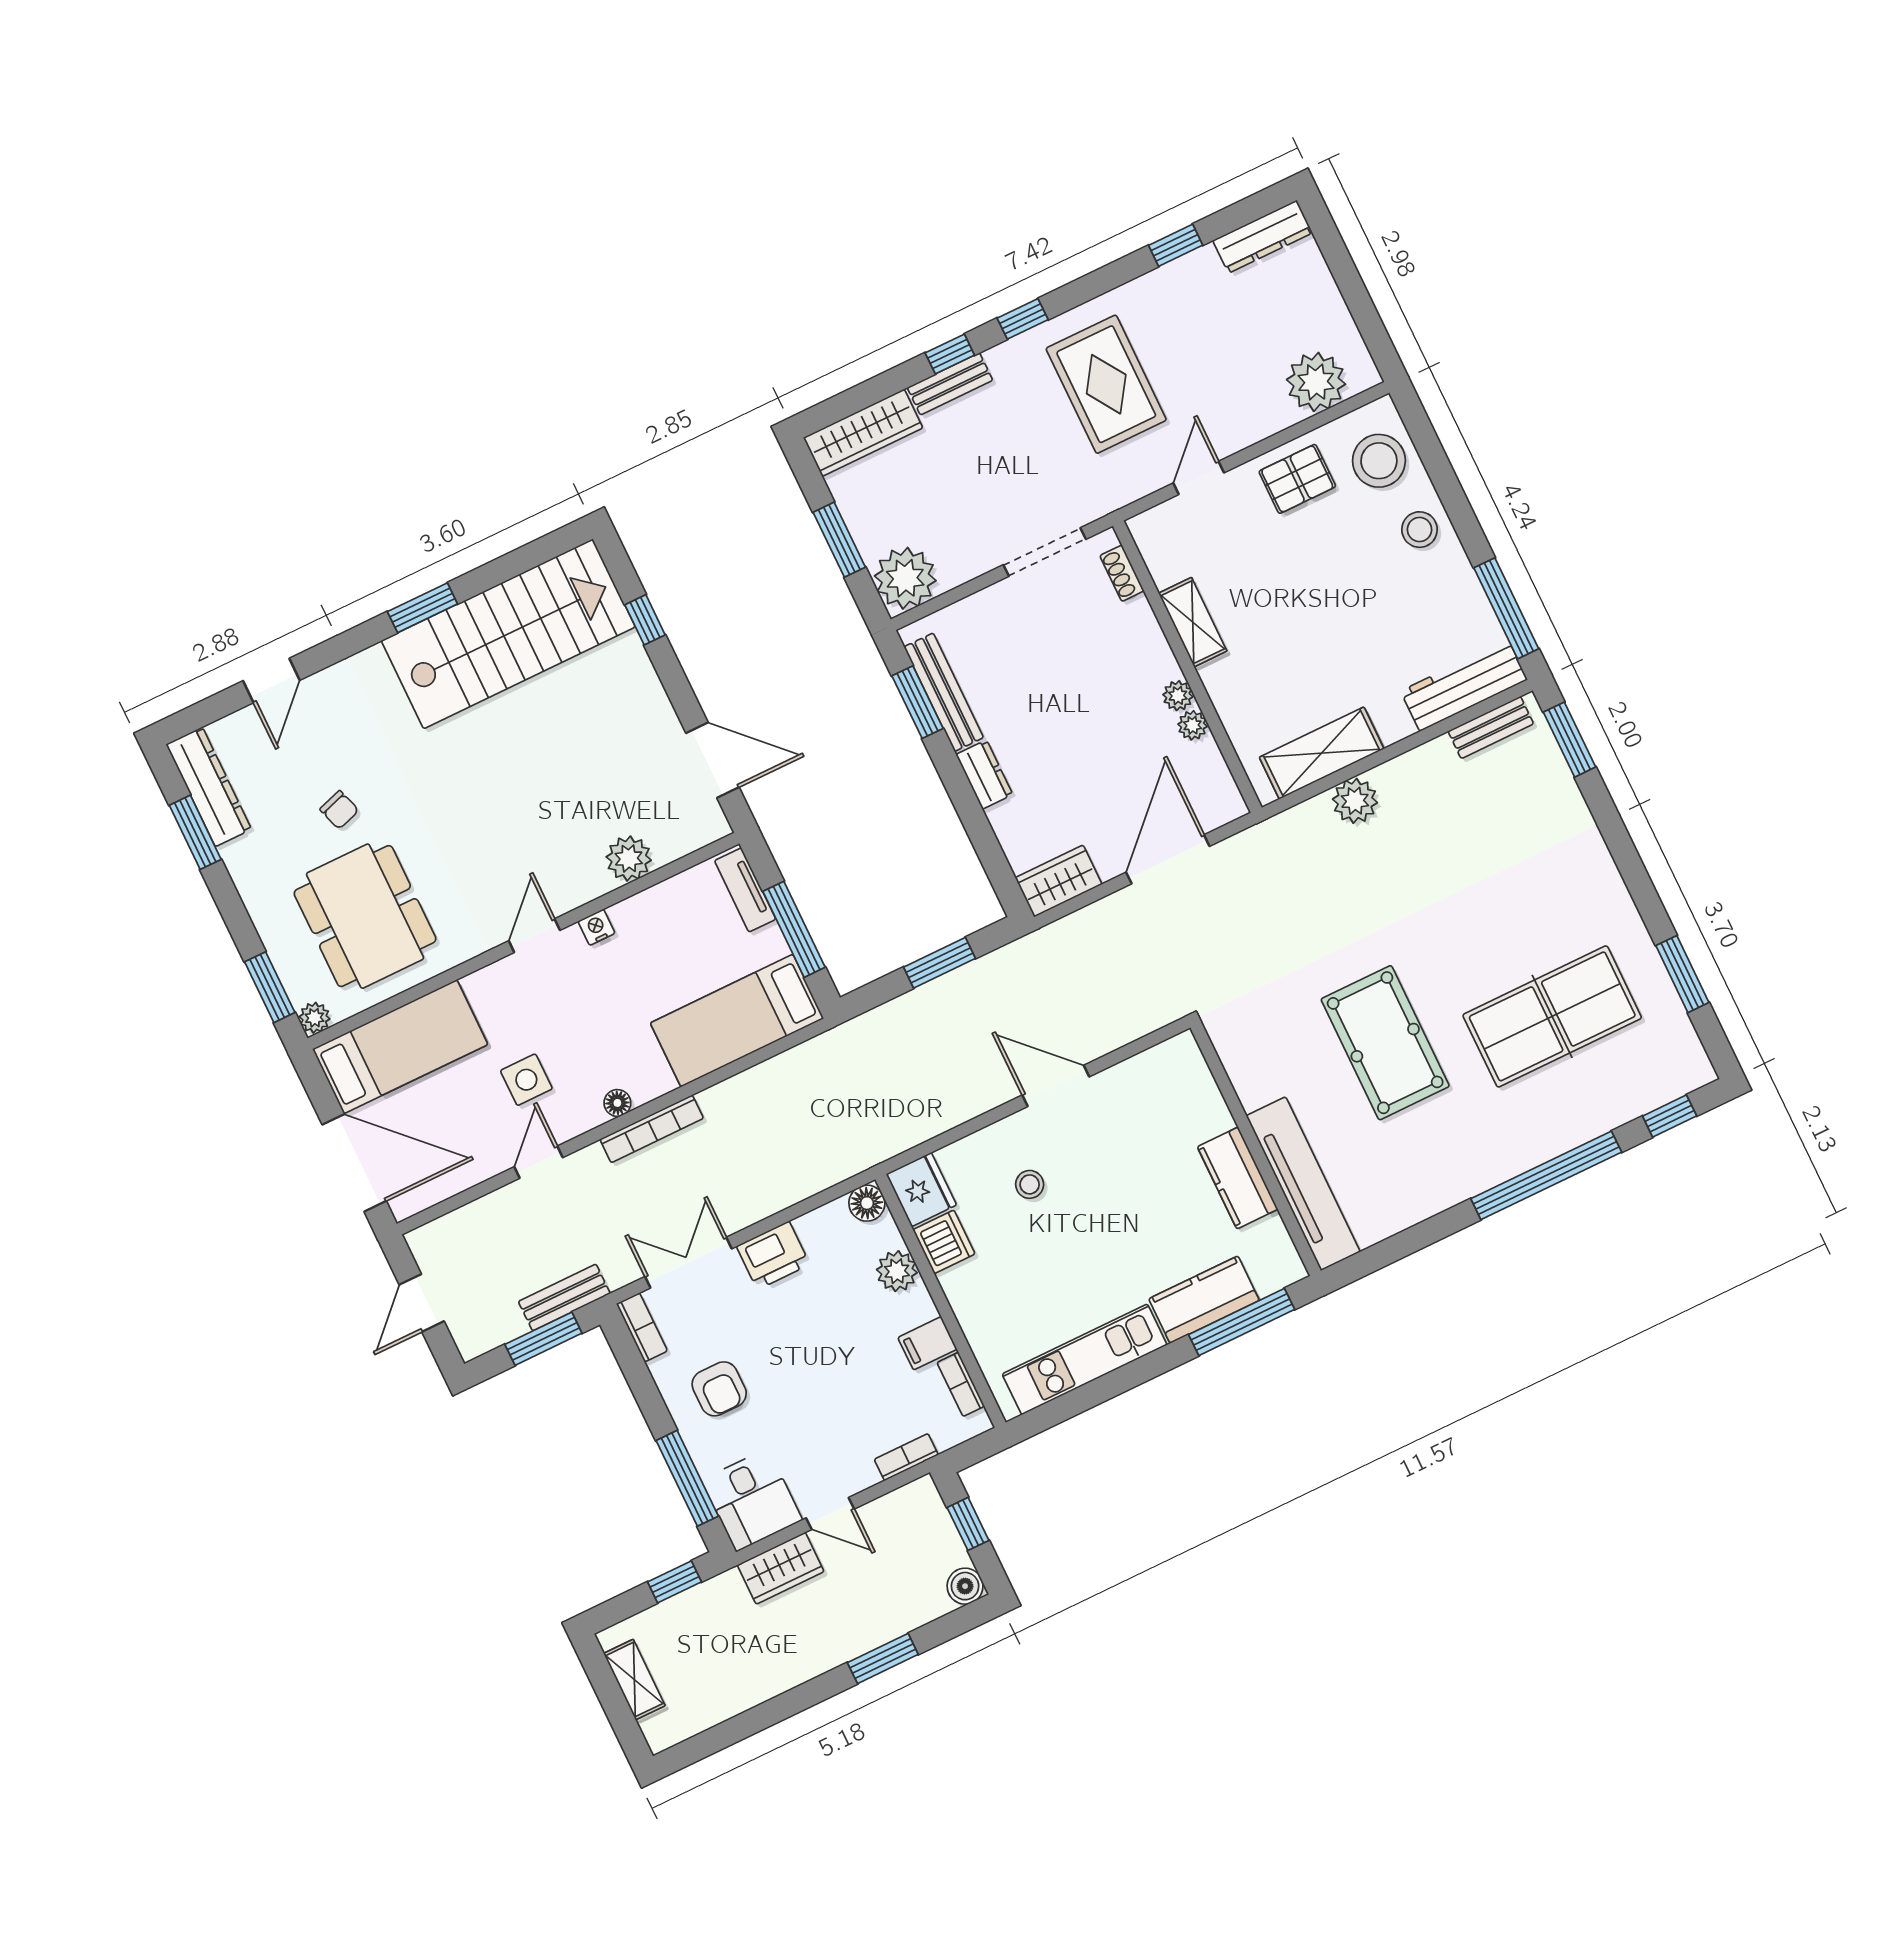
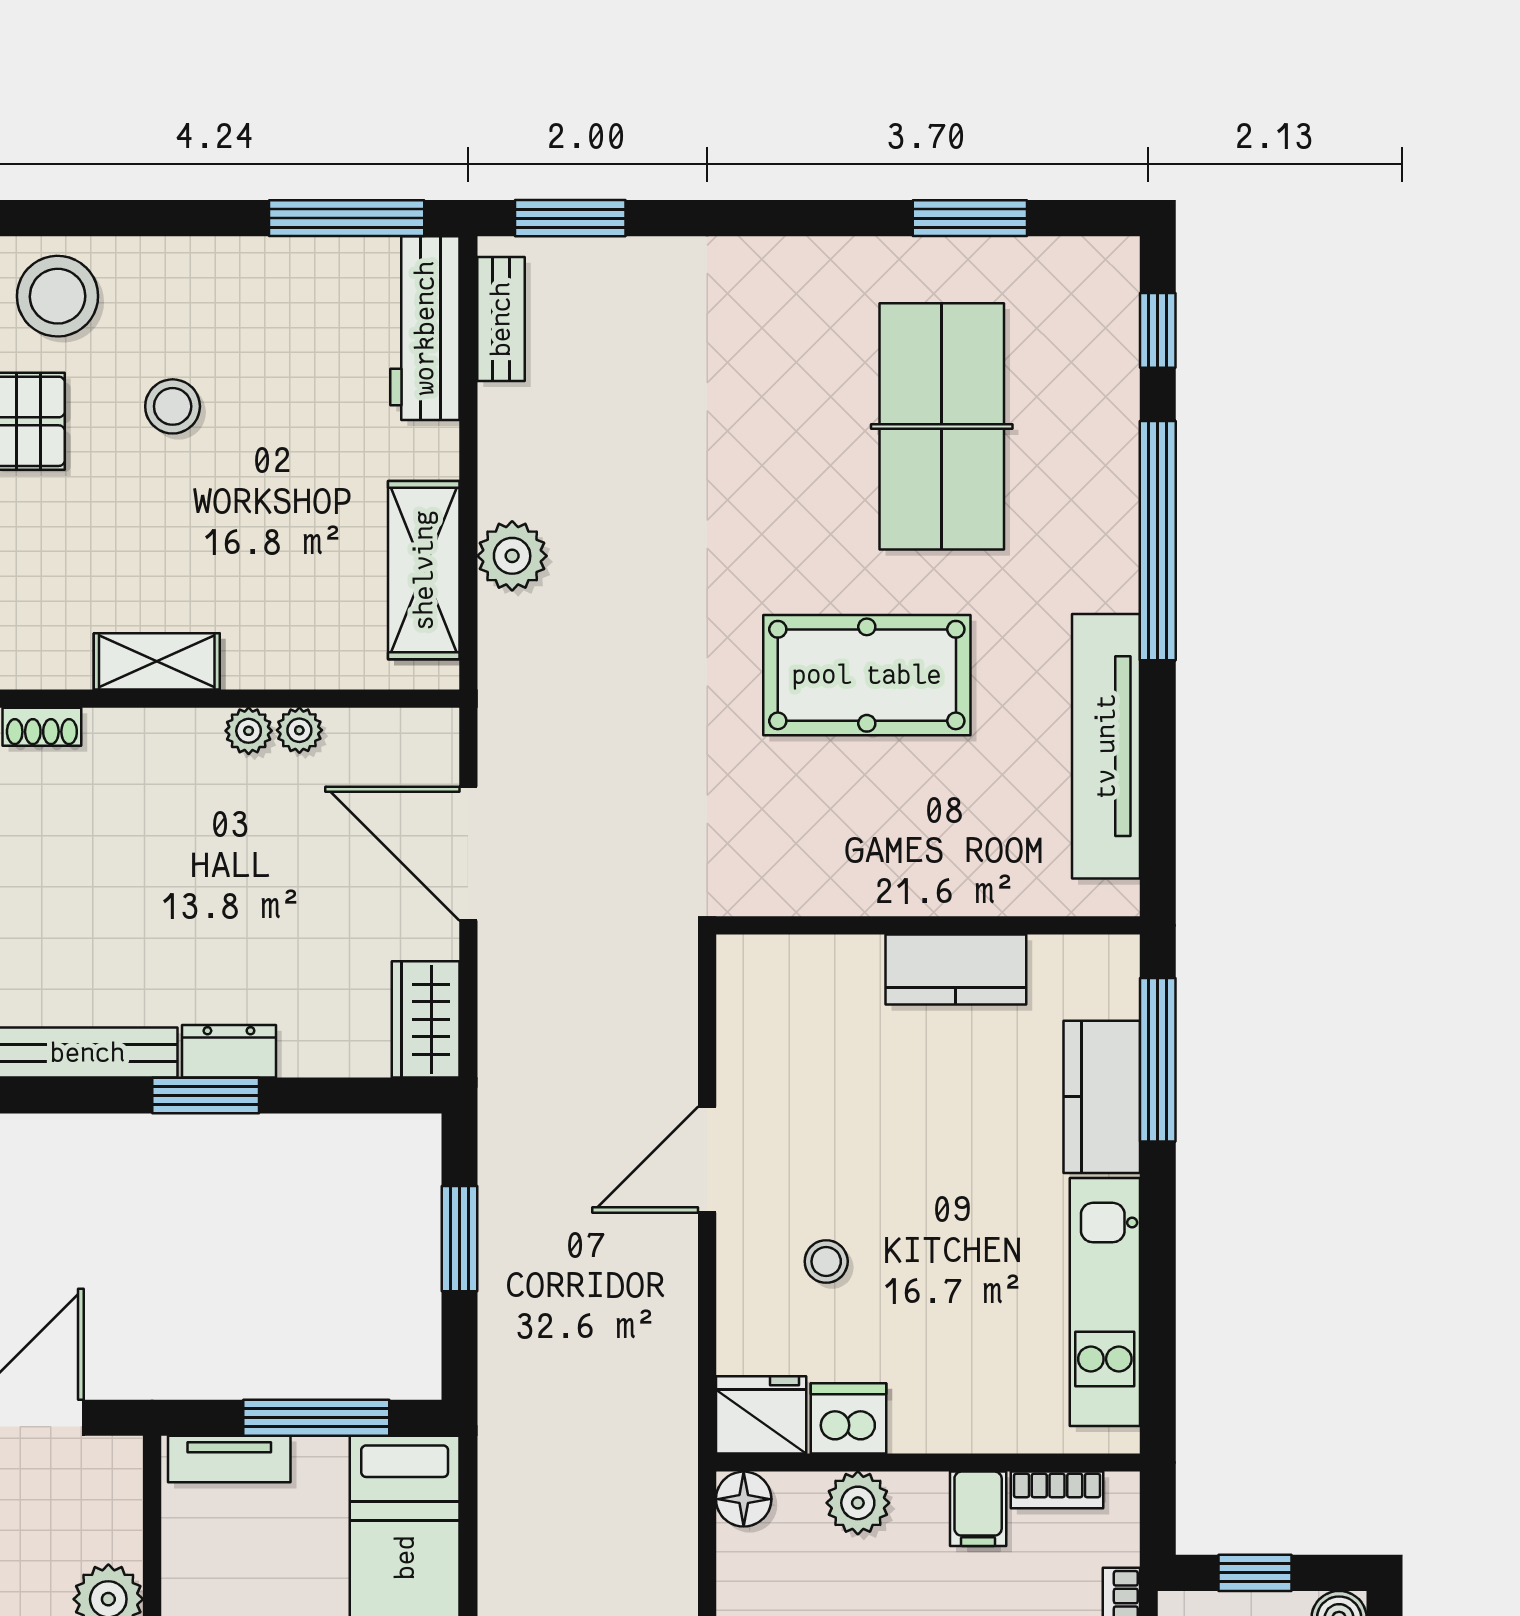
stool: (1420, 530) -> (173, 406), moved
window: (917, 702) -> (206, 1095), moved
tv unit: (1303, 1184) -> (1106, 746), moved, turned -90

